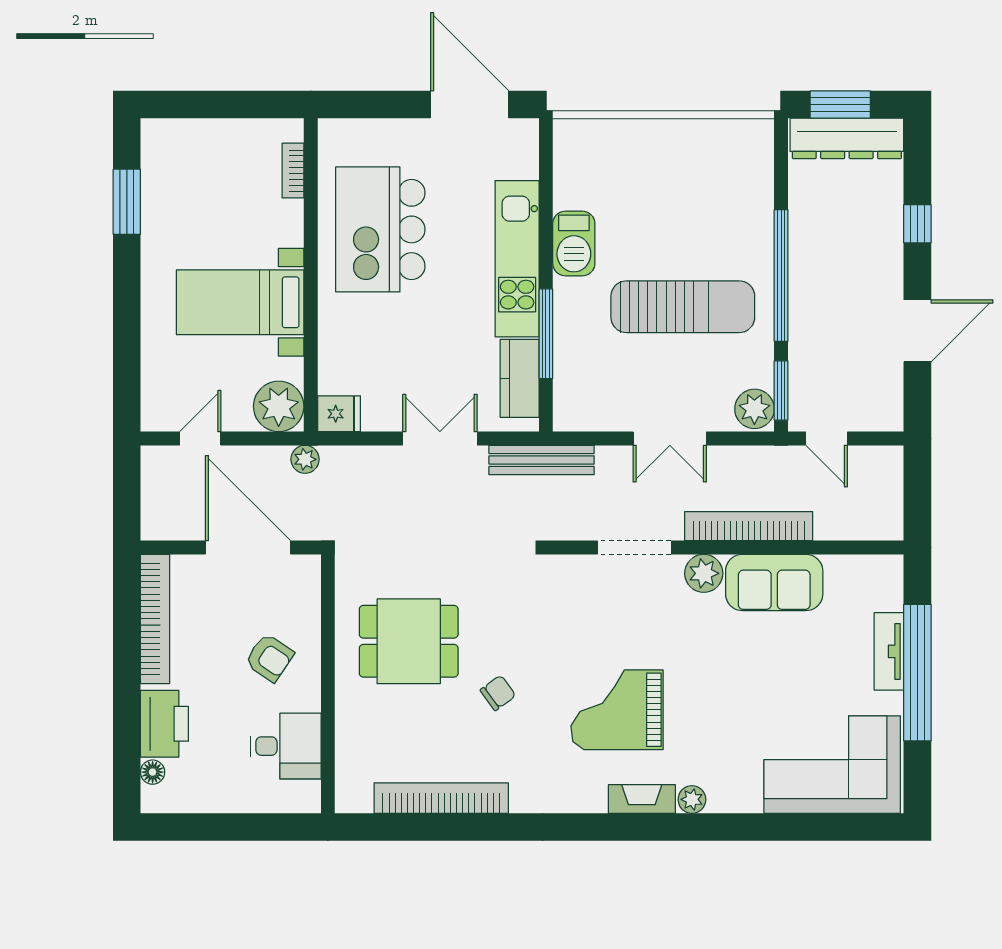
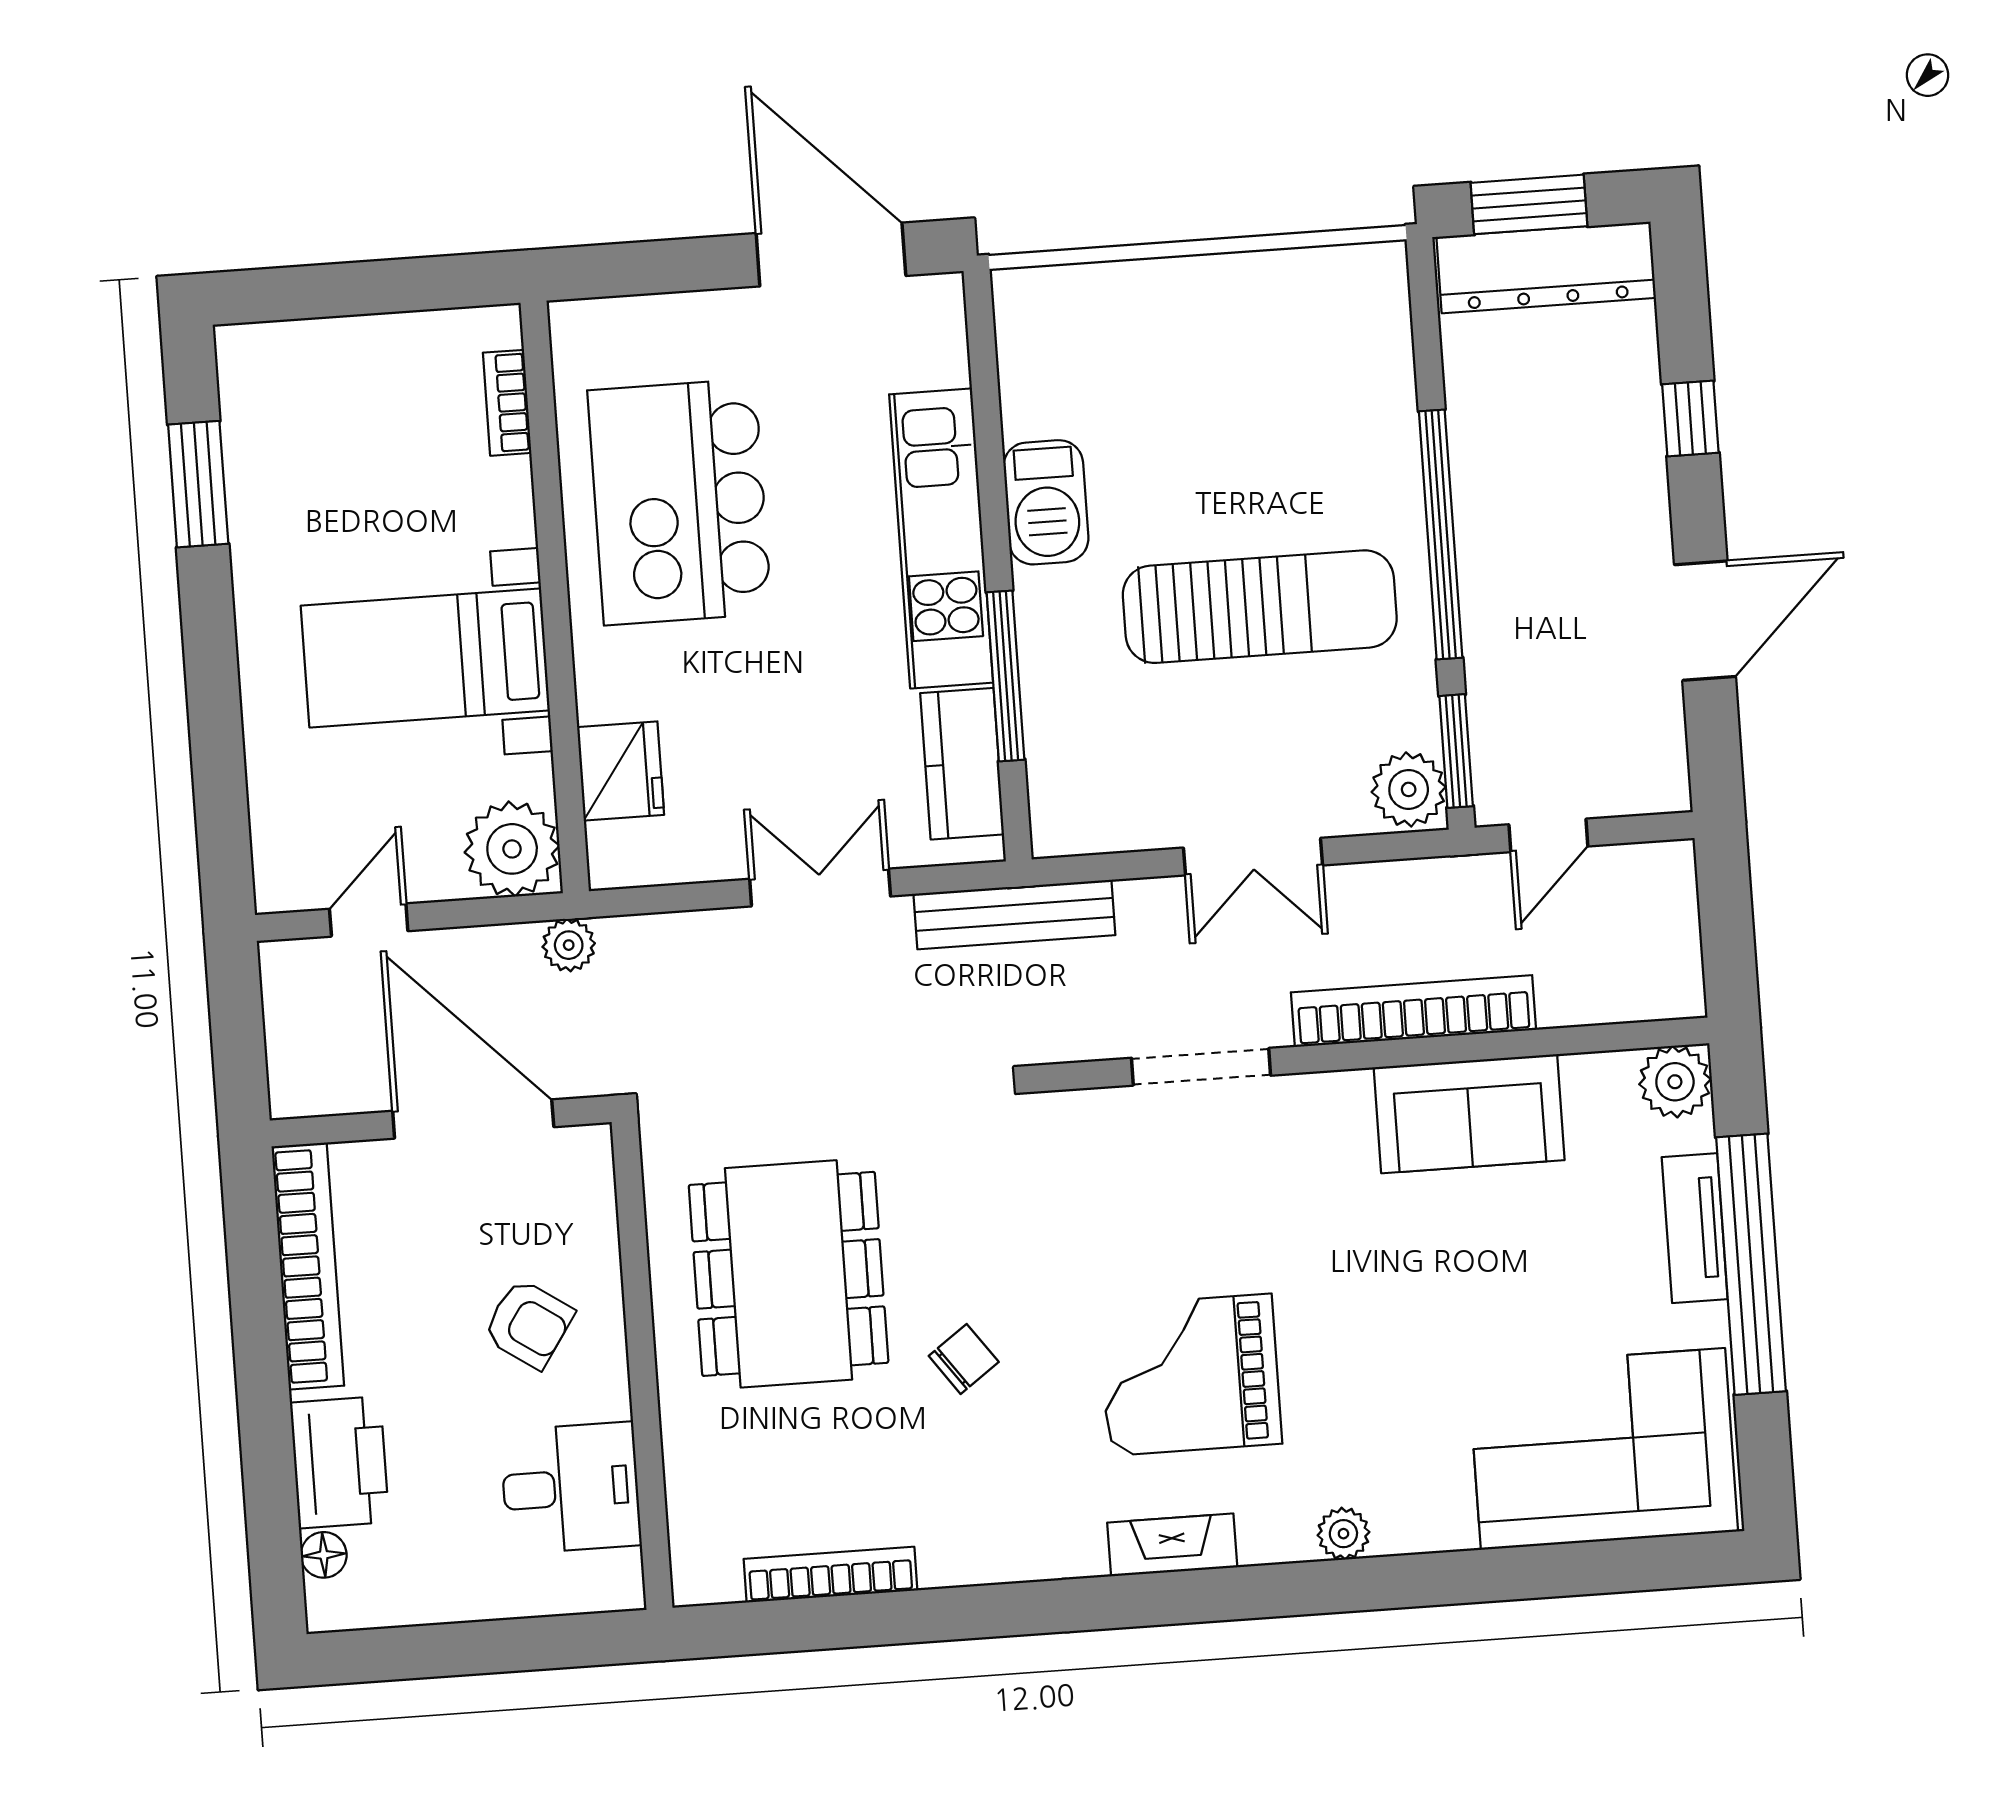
fridge: (339, 414) -> (621, 771), moved, width x1.38
door: (827, 438) -> (1548, 835), hinge flipped
plant: (704, 573) -> (1675, 1082), moved
dining table: (409, 641) -> (789, 1274), width x1.37
bookcase: (441, 798) -> (830, 1575), width x0.68, depth x0.76
fireplace: (642, 799) -> (1172, 1545), moved

